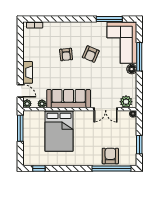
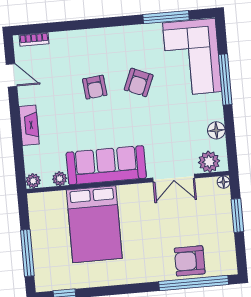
floor lamp: (132, 69) -> (216, 130), moved
door: (20, 91) -> (11, 75), moved
window: (20, 128) -> (27, 253), moved
window: (139, 145) -> (237, 215), moved
armchair: (110, 156) -> (190, 261), turned -90

